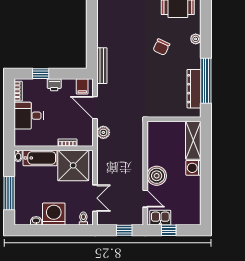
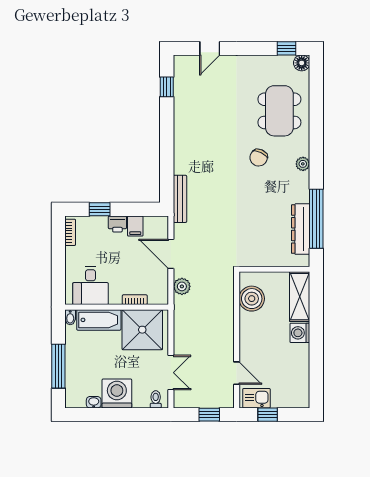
chair: (161, 47) -> (259, 158), moved
filing cabinet: (82, 86) -> (135, 226), moved
desk: (29, 116) -> (90, 286), moved, turned -90
boiler: (157, 176) -> (252, 299), moved

